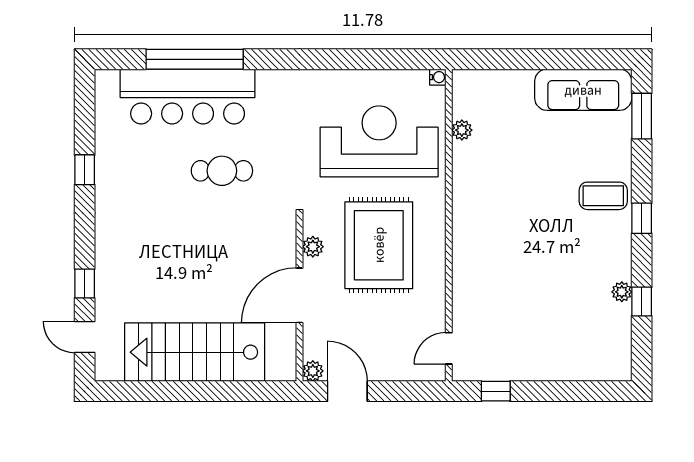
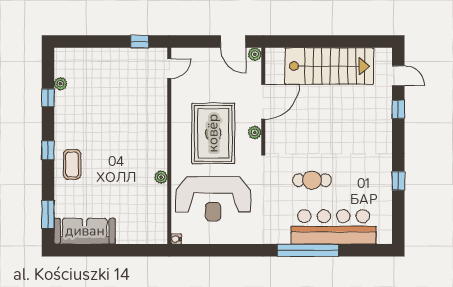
window: (195, 59) -> (308, 250), moved
plant: (462, 130) -> (161, 177), moved
coffee table: (603, 196) -> (72, 164), turned 90
plant: (622, 292) -> (60, 84), moved

